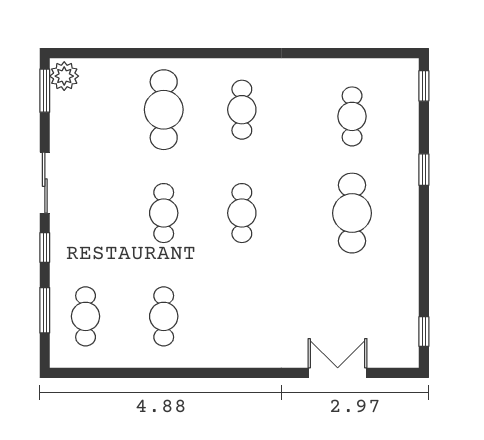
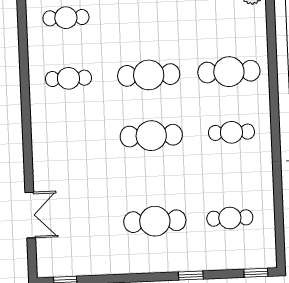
cafe table: (164, 213) -> (149, 75), width x1.37, depth x1.35
cafe table: (242, 213) -> (151, 136), width x1.37, depth x1.35

